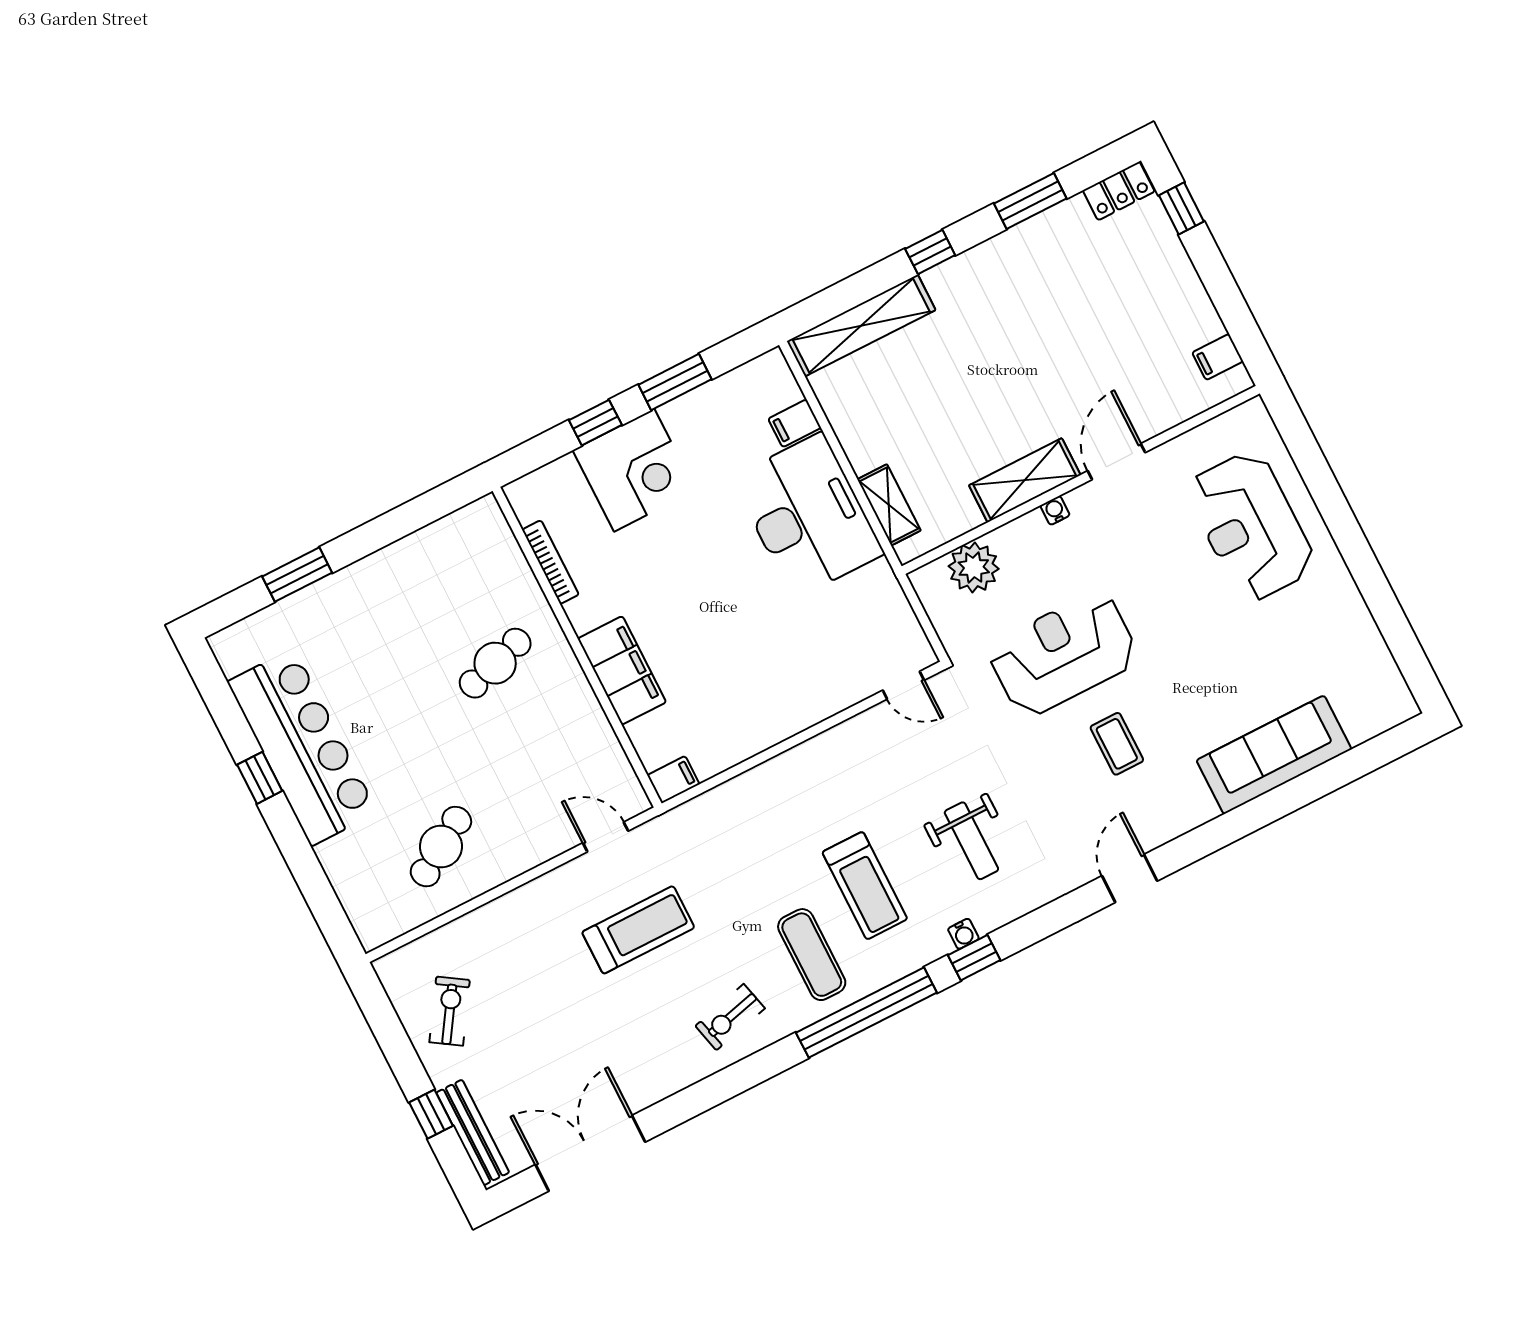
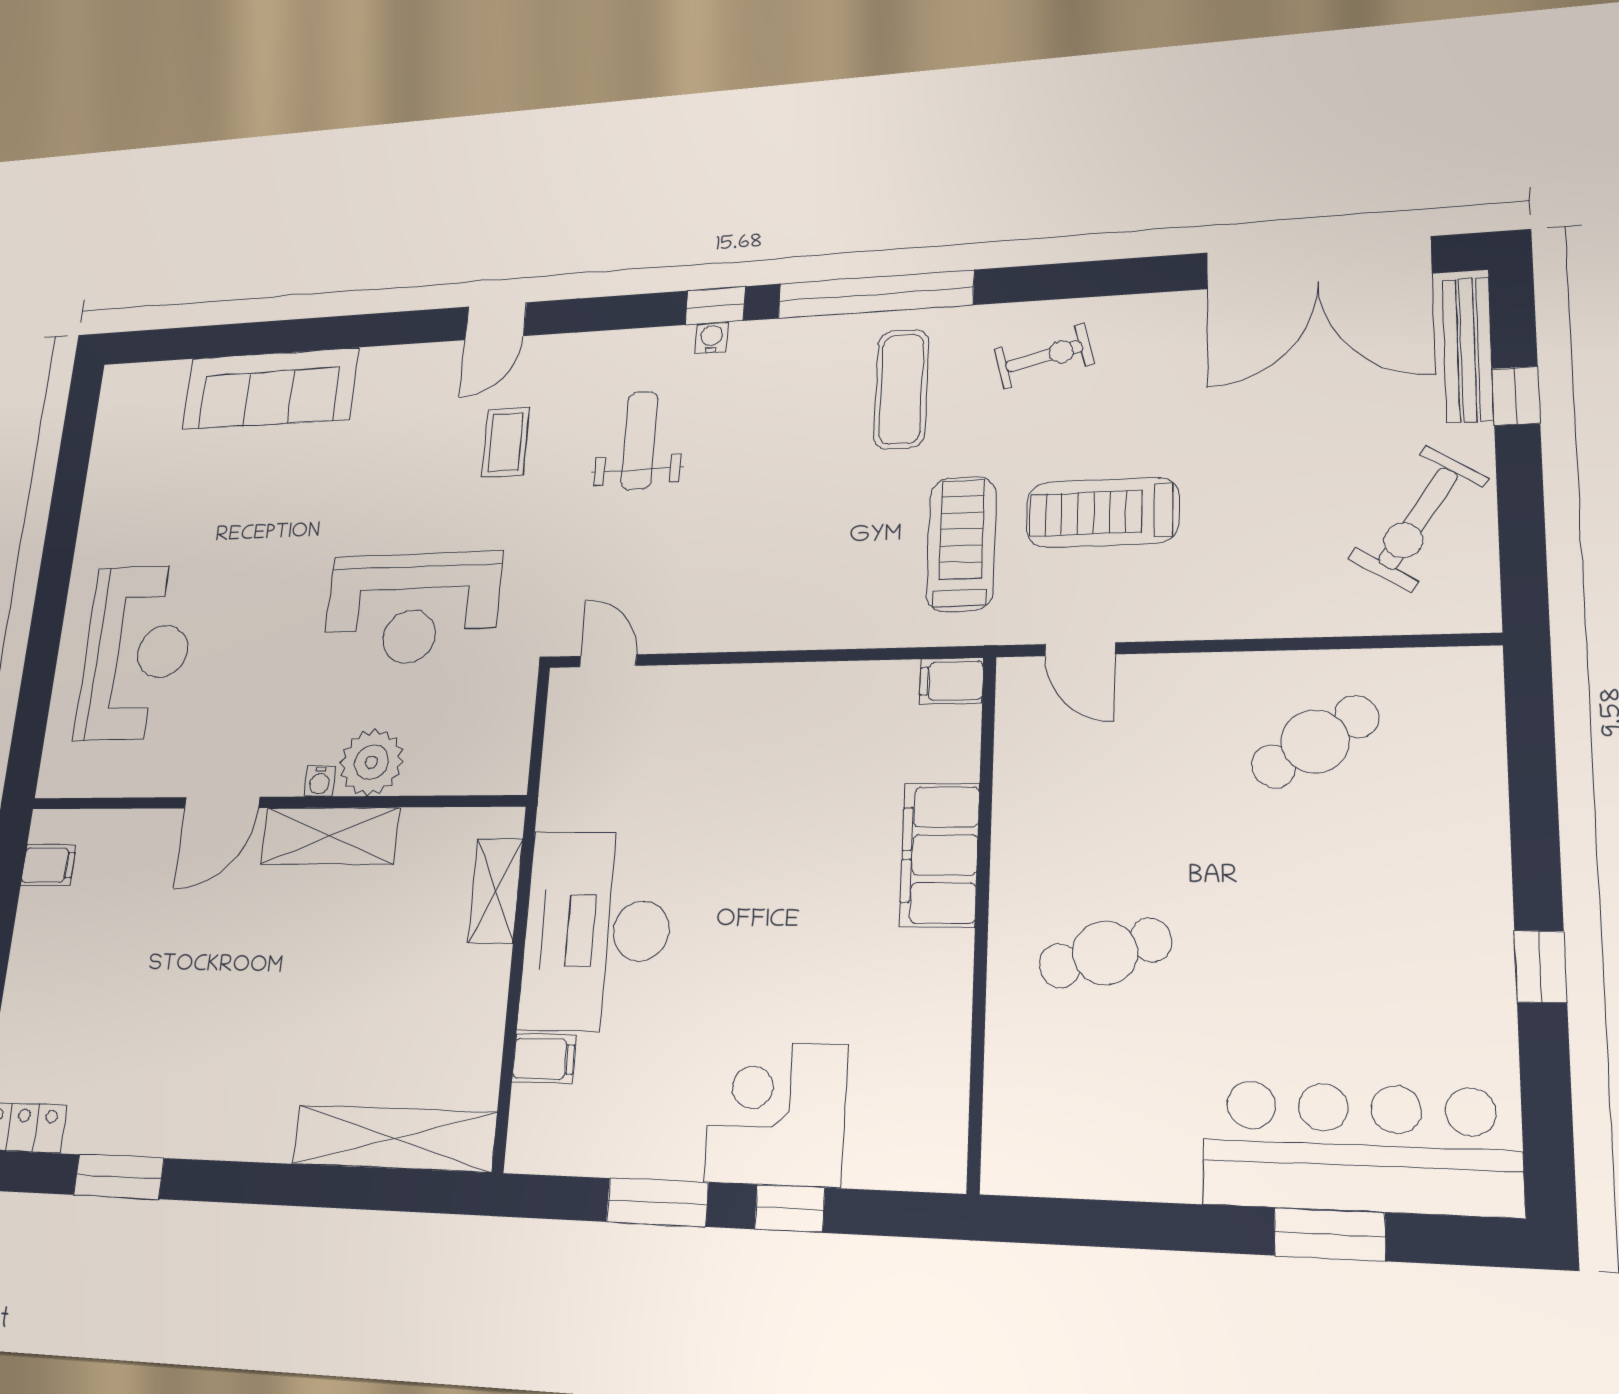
window: (930, 252) -> (263, 1183), removed
bookcase: (550, 562) -> (954, 1051), removed
plant: (974, 567) -> (371, 762), moved
coffee table: (1117, 744) -> (506, 442), moved
bar counter: (302, 747) -> (1360, 1148), moved, turned 90
treadmill: (865, 886) -> (961, 544), moved
exercise bike: (450, 1011) -> (1418, 518), width x1.38, depth x1.39
double door: (590, 1153) -> (1318, 263), width x1.36

